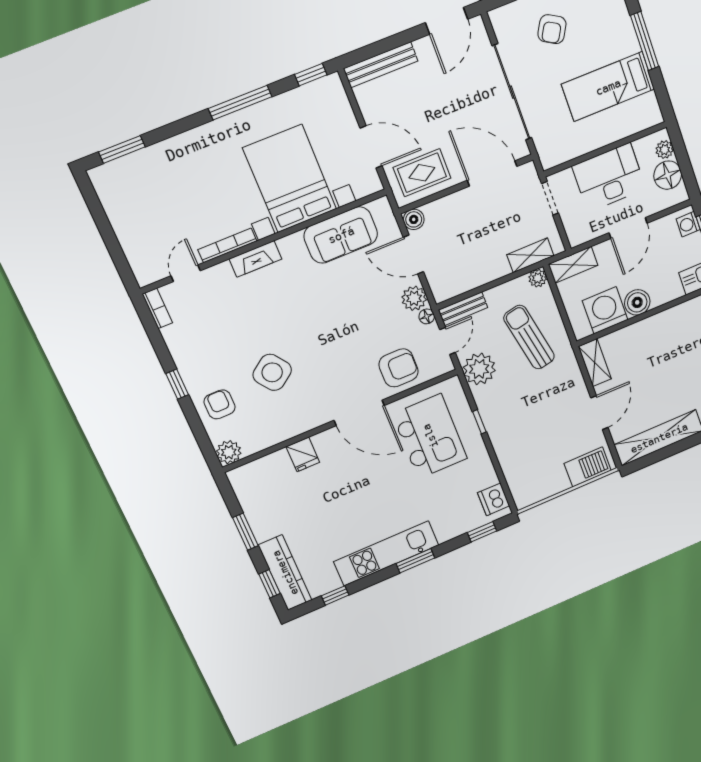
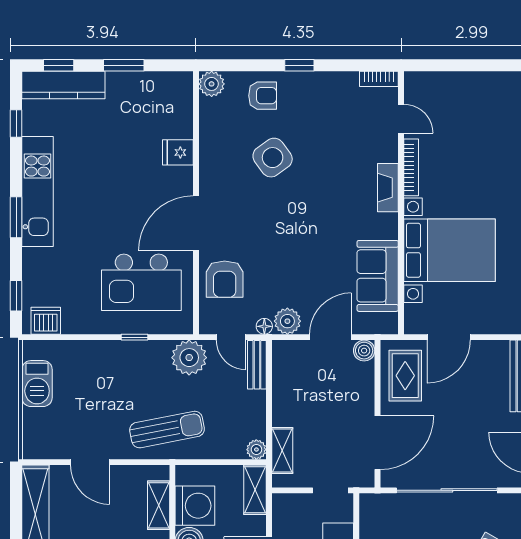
sun lounger: (529, 337) -> (167, 430), moved
shelving: (595, 363) -> (159, 505), moved, turned 90
barbecue: (588, 467) -> (37, 384), moved

